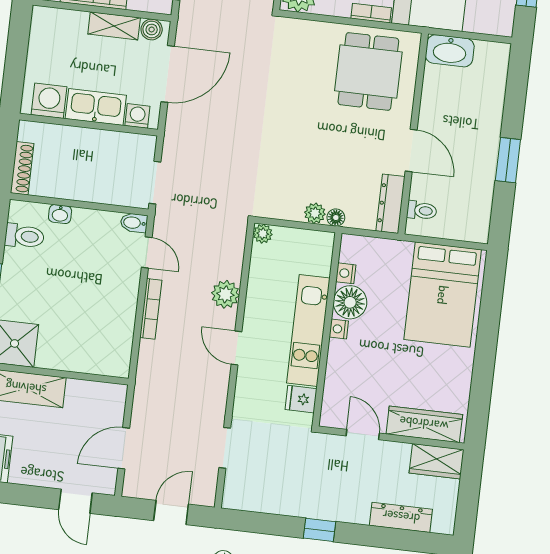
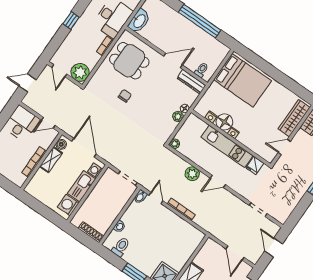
chair: (301, 97) -> (125, 96), added
window: (508, 160) -> (200, 21), width x2.11
door: (147, 252) -> (156, 198), hinge flipped

